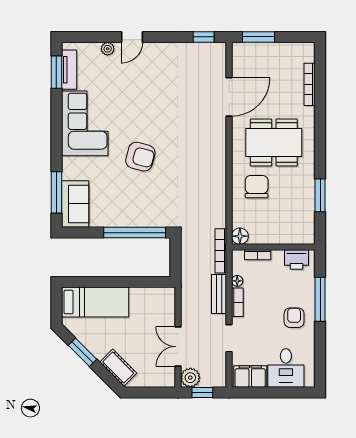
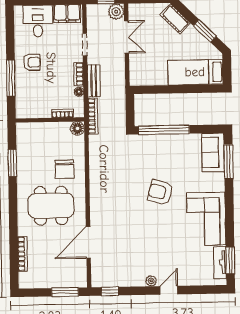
plant: (108, 49) -> (151, 281), moved
printer: (297, 259) -> (31, 110), removed
armchair: (294, 318) -> (32, 62), turned -90

